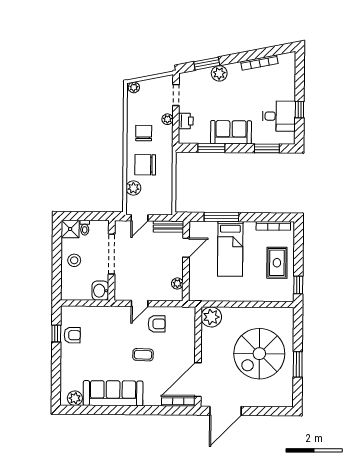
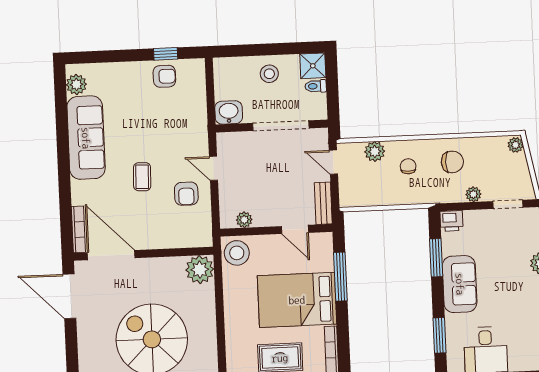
printer: (186, 121) -> (452, 221), moved
chair: (145, 165) -> (408, 166), width x0.54, depth x0.54
bed: (230, 249) -> (297, 300), width x1.50
stool: (201, 290) -> (237, 253), added
armchair: (72, 335) -> (164, 76), turned -90

